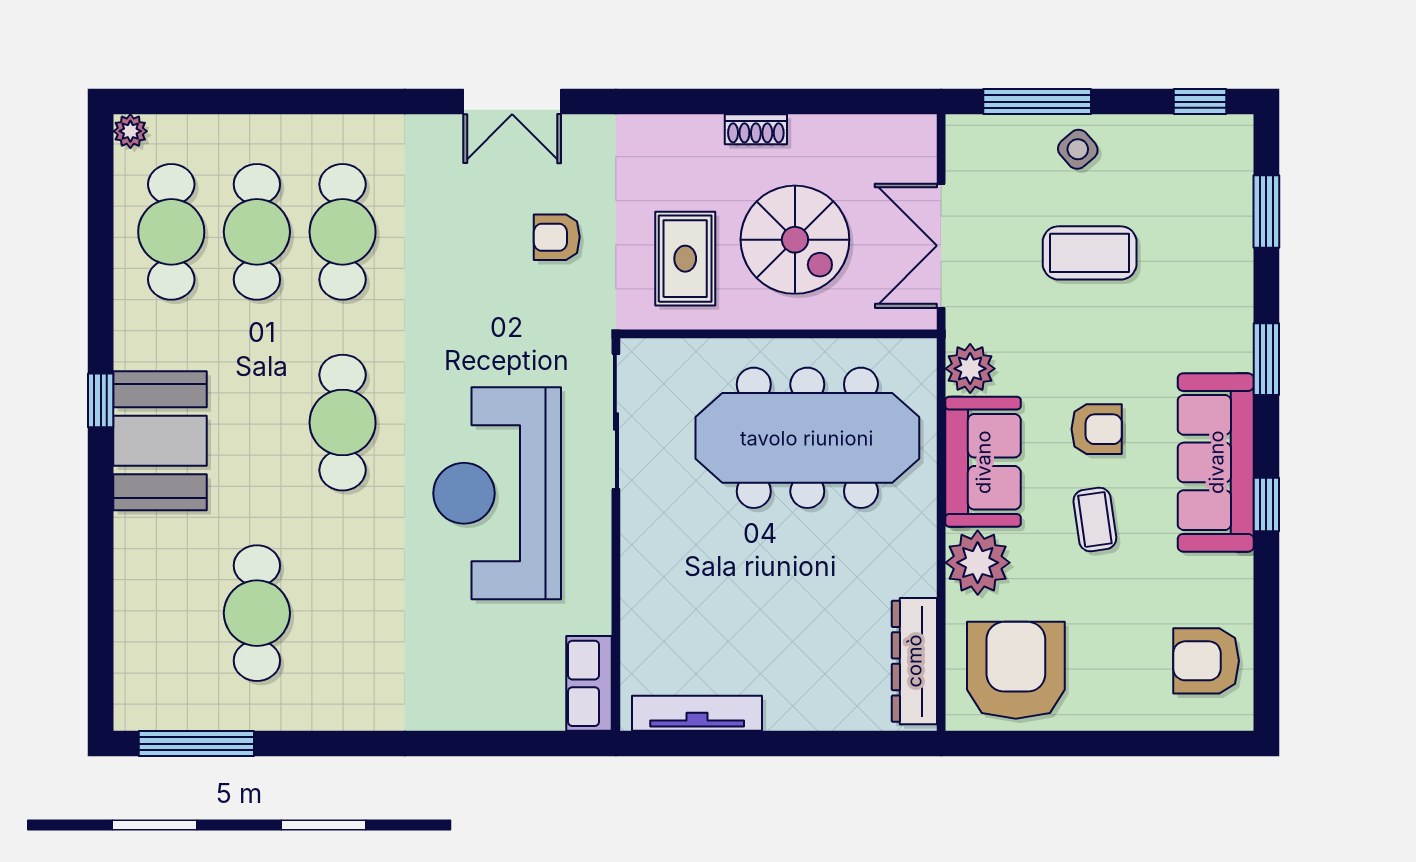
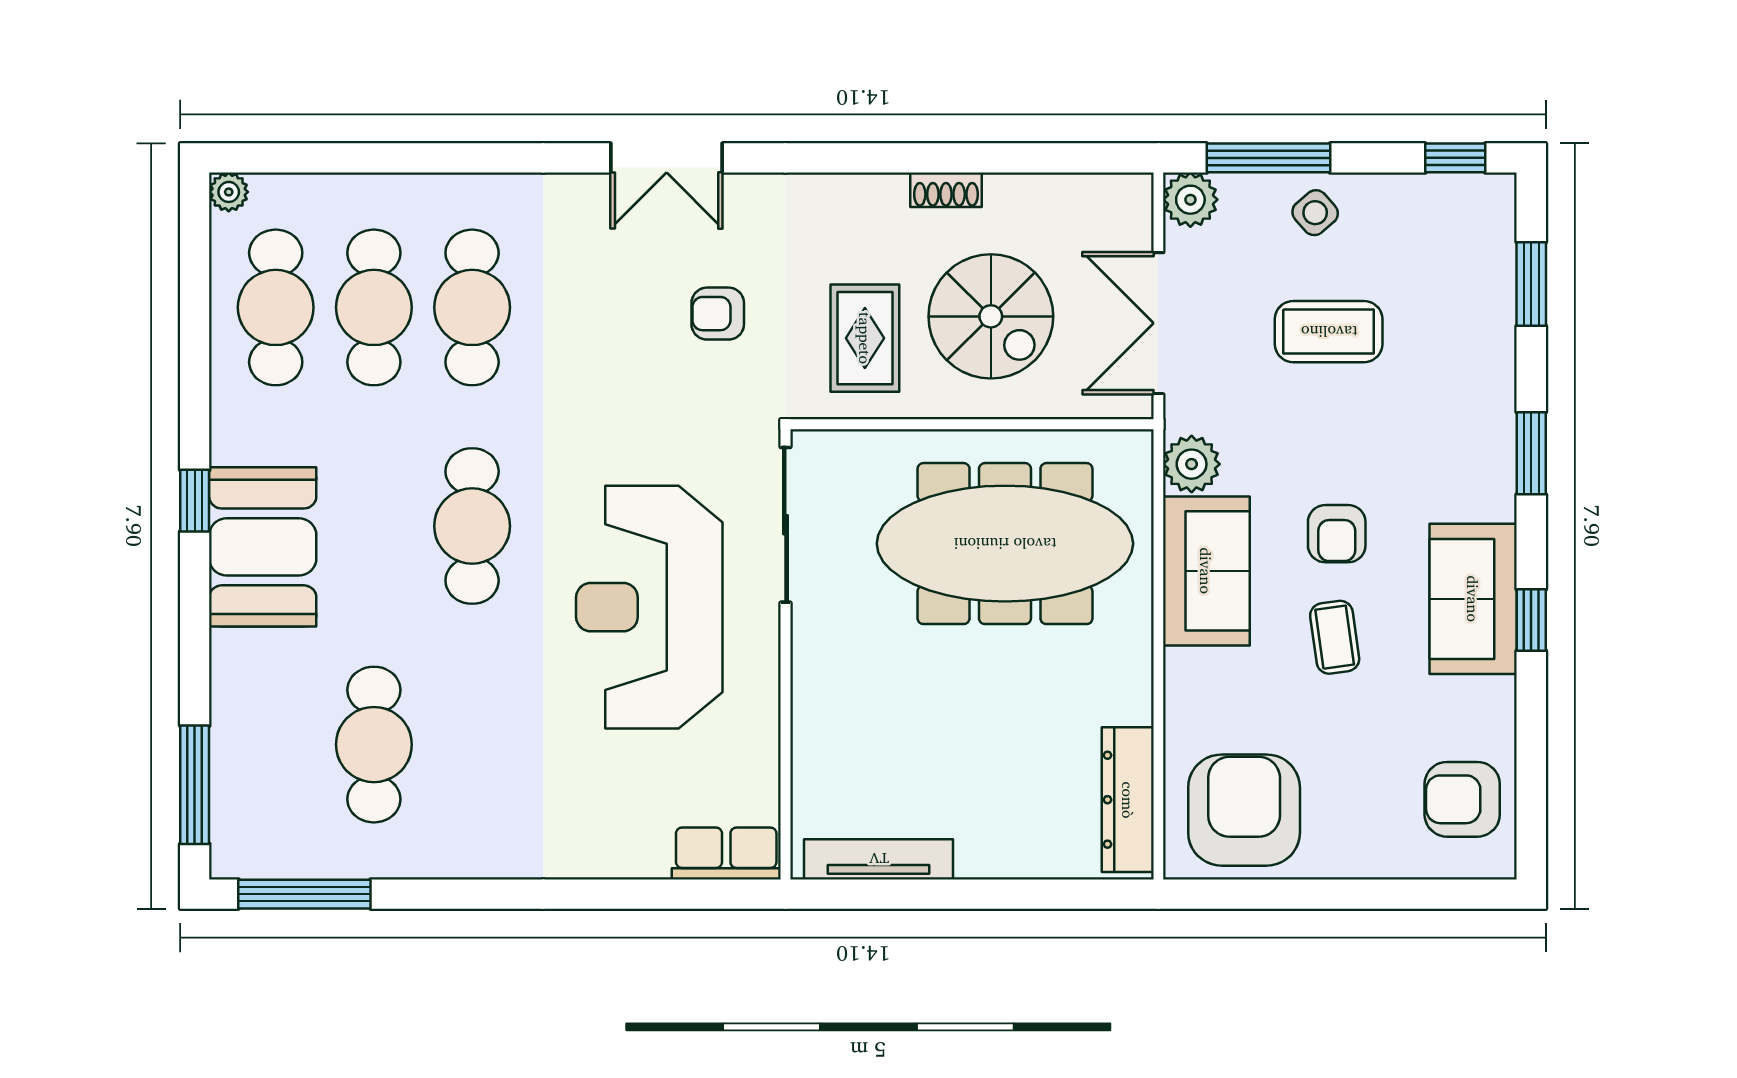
armchair: (1097, 429) -> (1337, 534), turned 90
sofa: (1216, 462) -> (1473, 599), width x0.73
plant: (978, 563) -> (1190, 200), moved, width x0.73, depth x0.73
window: (101, 648) -> (195, 785), added
row of seats: (589, 683) -> (726, 853), moved, turned 90

